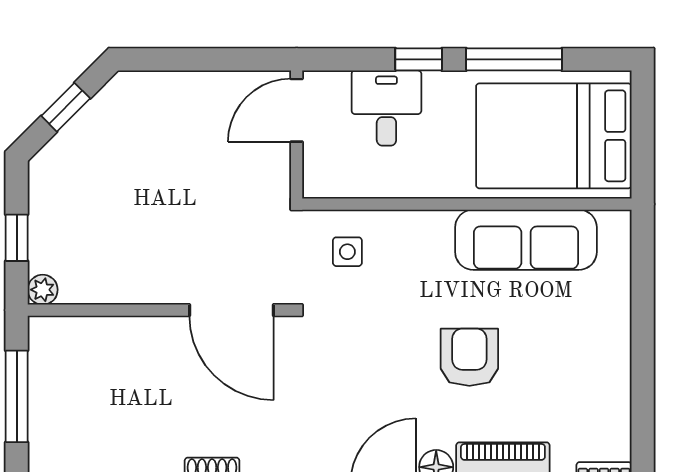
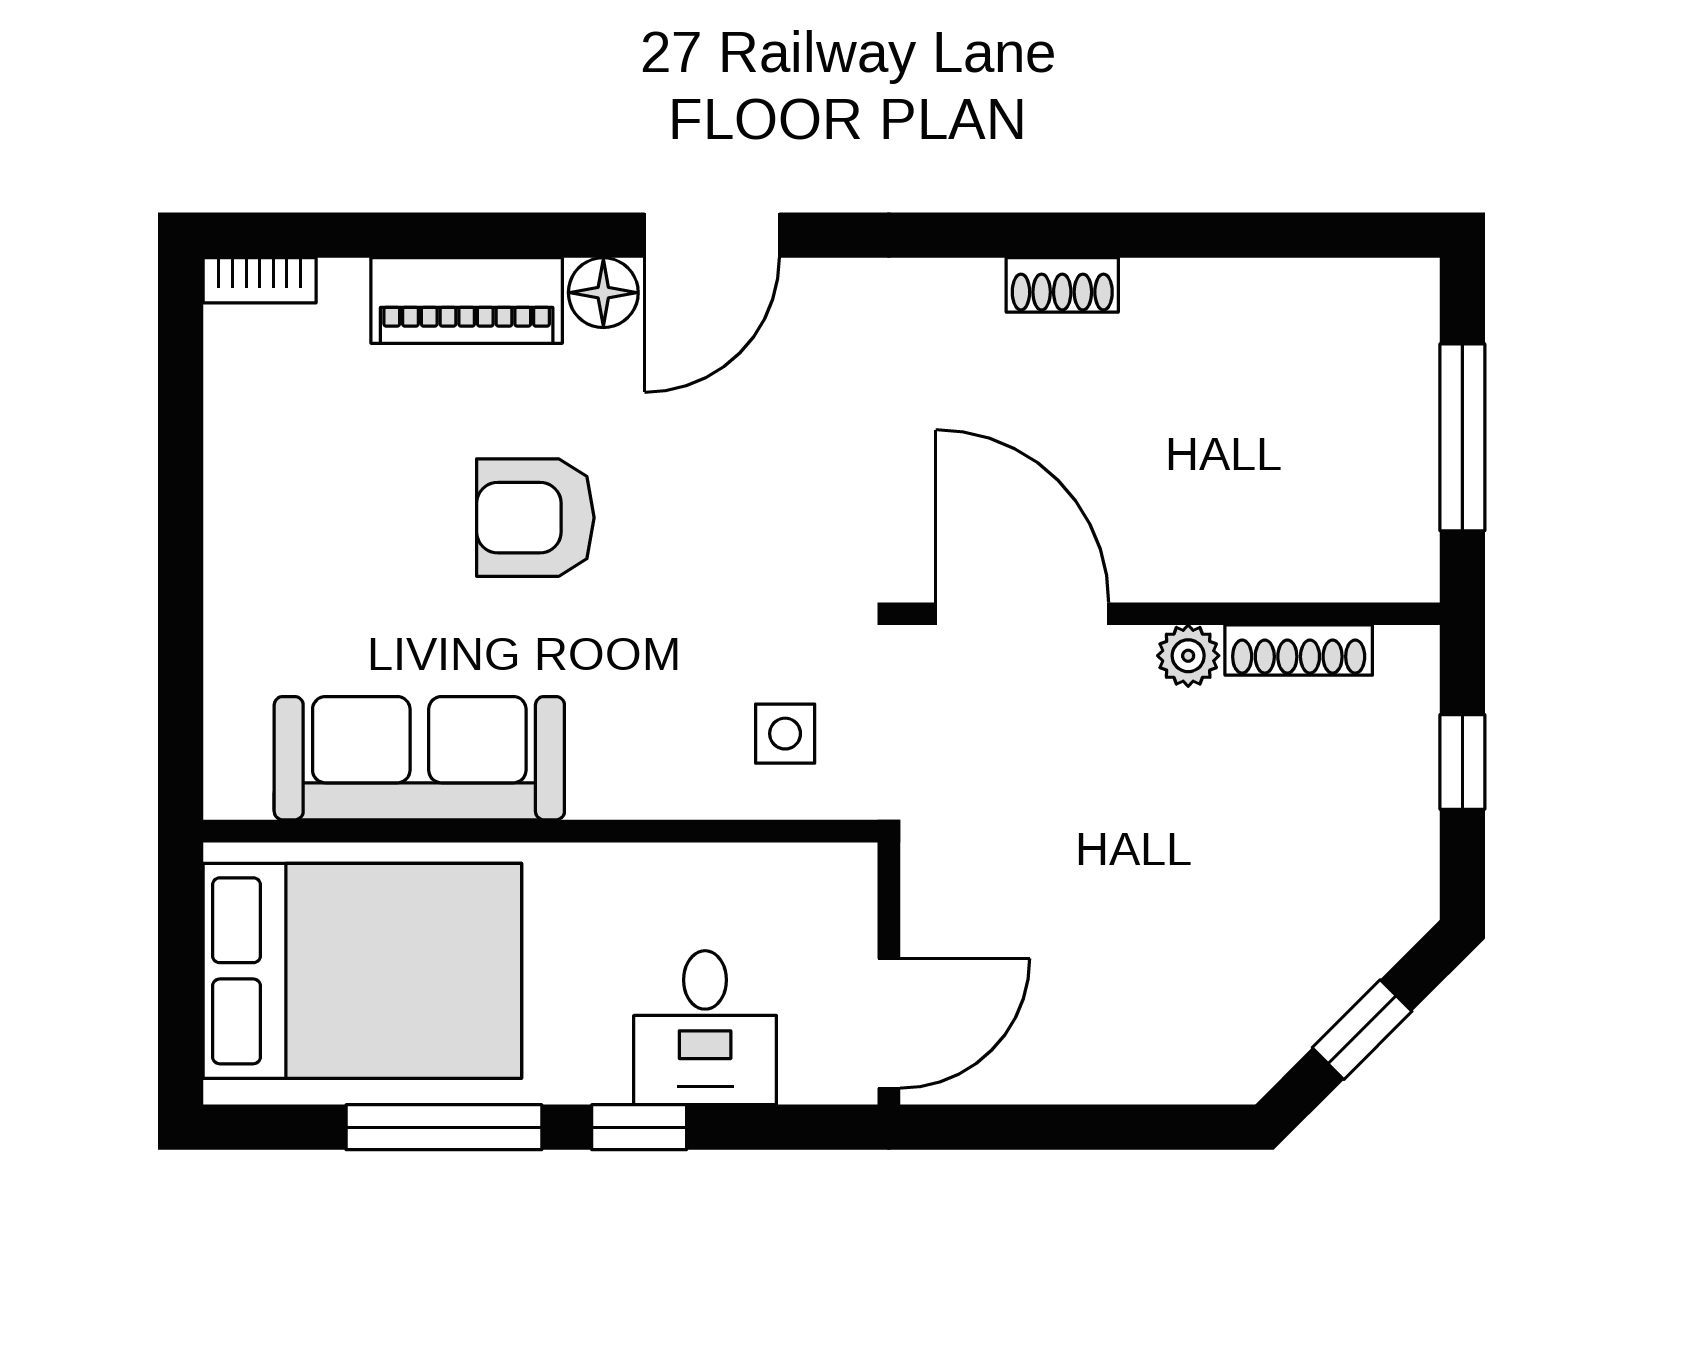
plant: (43, 290) -> (1188, 656), moved
shoe rack: (97, 292) -> (1299, 650), added
armchair: (469, 357) -> (535, 518), turned 90

